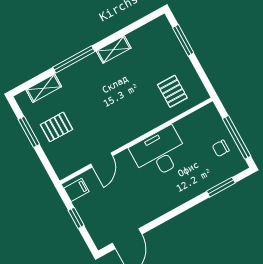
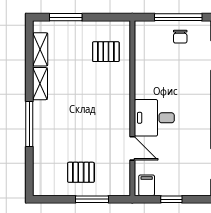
shelving: (44, 88) -> (40, 49), moved
pallet: (57, 127) -> (81, 172), turned 90
window: (29, 132) -> (92, 199), moved
desk: (159, 153) -> (154, 118), moved, width x0.73

